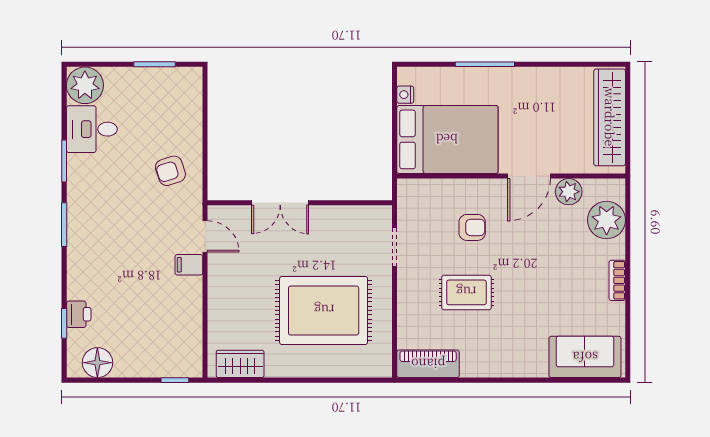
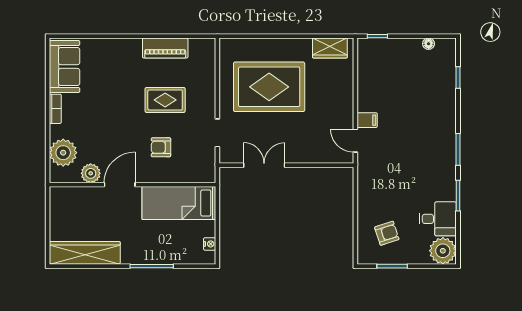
wardrobe: (610, 117) -> (85, 253), moved, turned -90
bed: (447, 139) -> (179, 203), width x0.67
armchair: (170, 171) -> (387, 233), moved
double door: (280, 203) -> (264, 165), moved
printer: (79, 314) -> (447, 84), removed
sofa: (585, 357) -> (65, 67), moved, turned -90
floor lamp: (97, 363) -> (429, 44), width x0.53, depth x0.53
piano: (428, 364) -> (165, 48), moved

